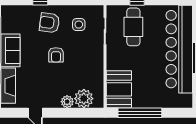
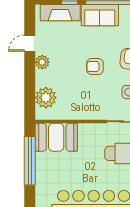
plant: (67, 102) -> (42, 62), moved

